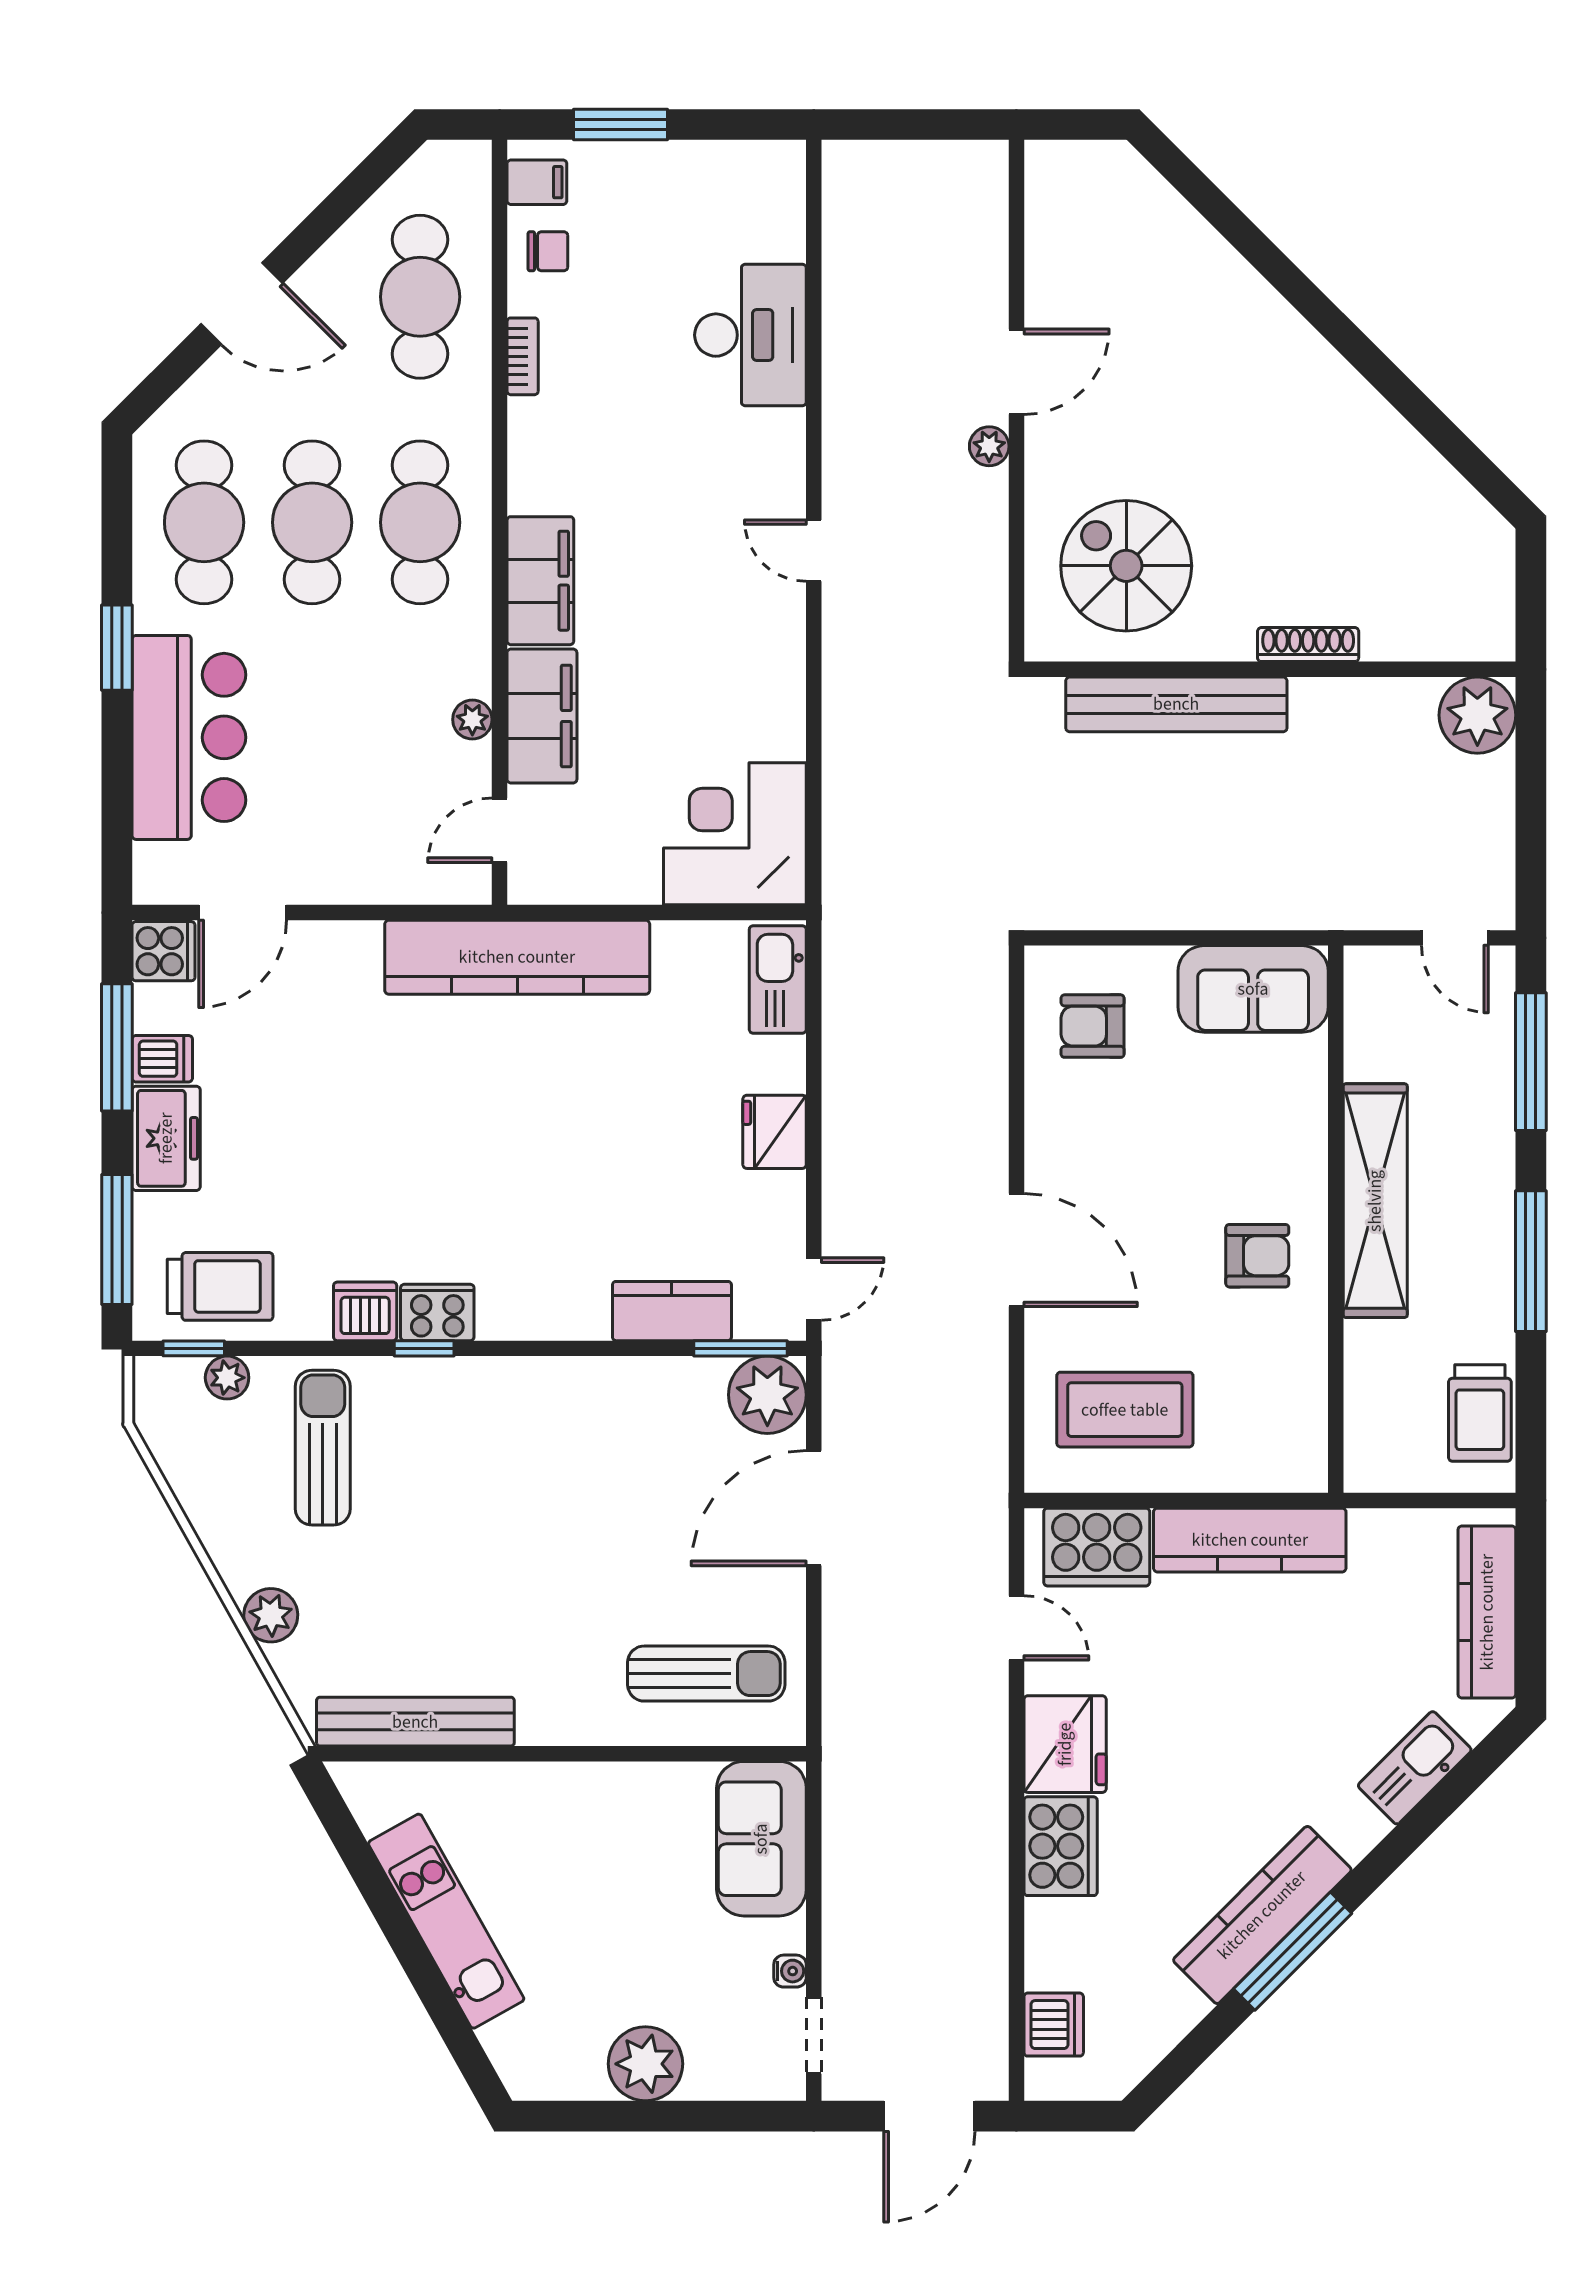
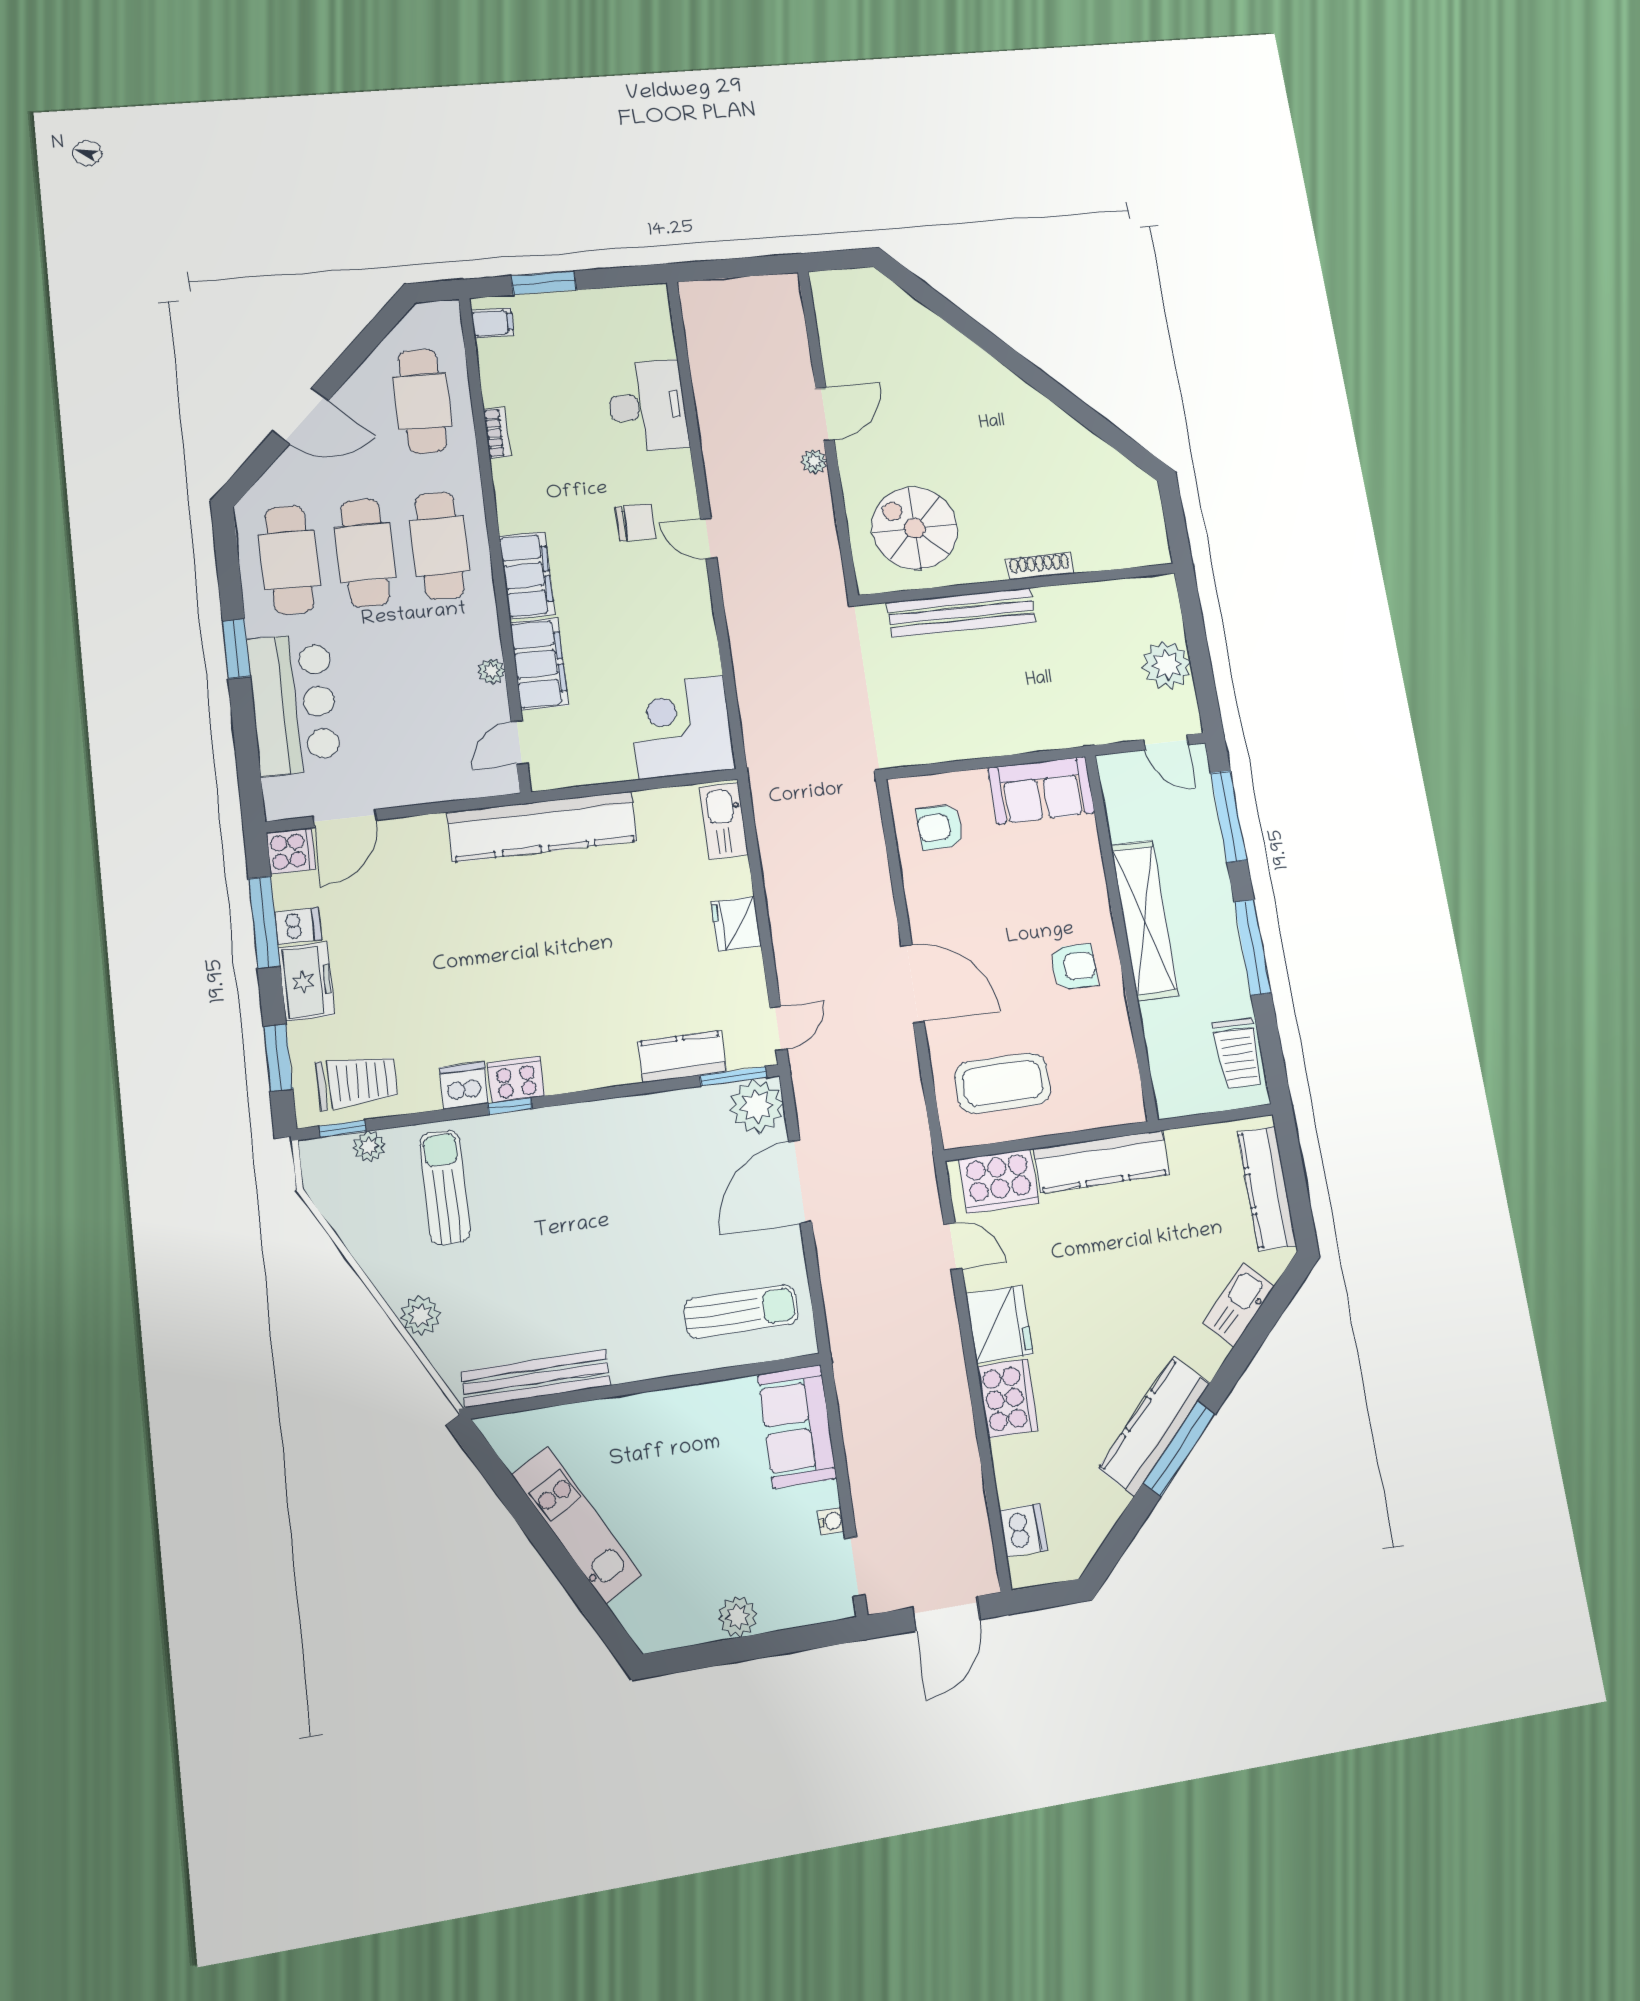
chair: (548, 251) -> (635, 522), moved, width x1.37, depth x1.37
plant: (1477, 715) -> (1167, 665), moved
window: (117, 1239) -> (278, 1058), width x0.69
plant: (645, 2064) -> (737, 1617), width x0.73, depth x0.73

